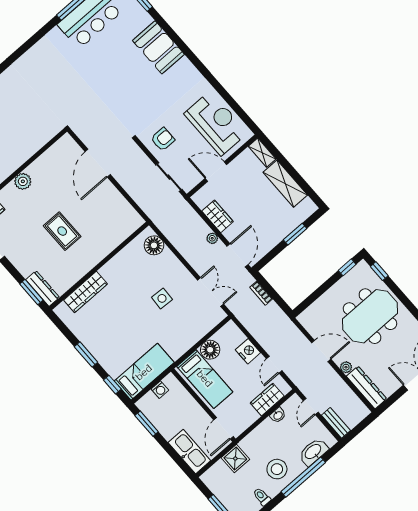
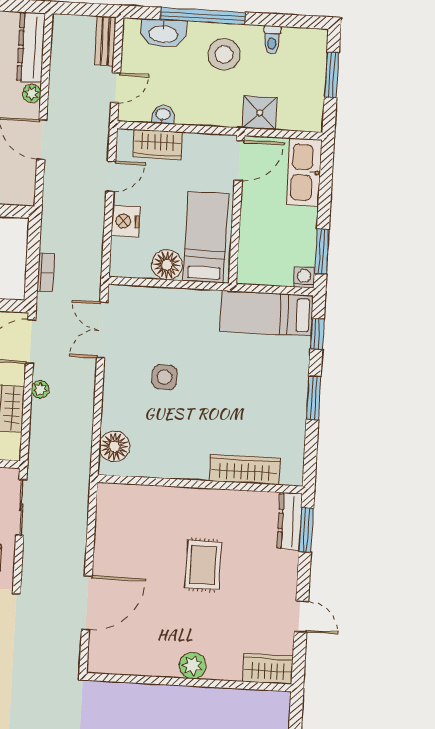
washing machine: (160, 390) -> (304, 277), moved

